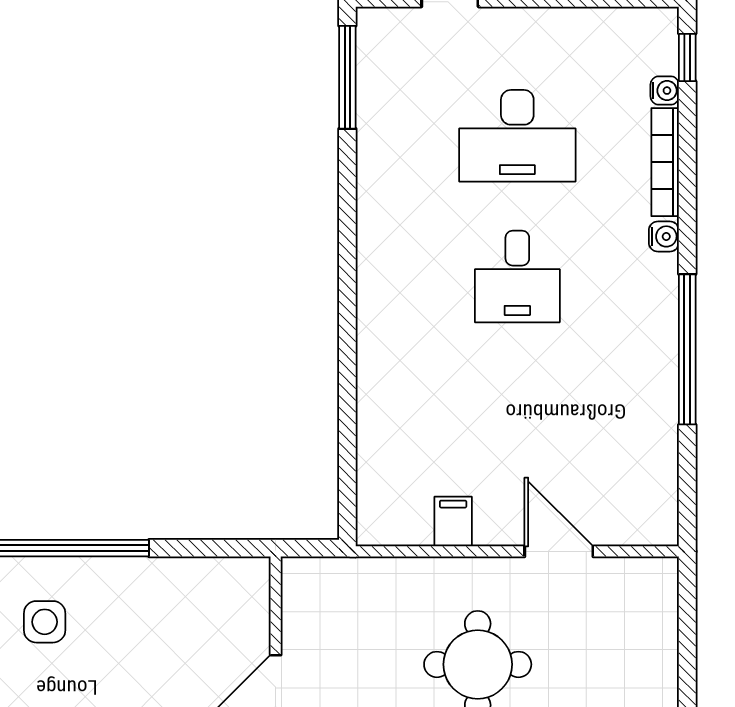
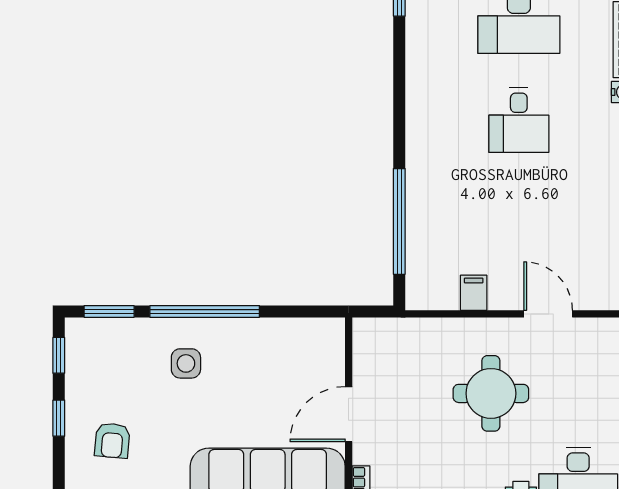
window: (347, 420) -> (399, 221), added

